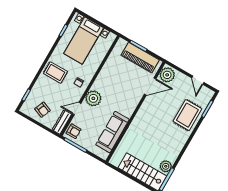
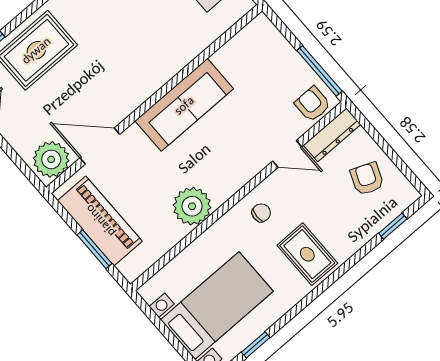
plant: (93, 98) -> (192, 206), moved
sofa: (112, 132) -> (184, 105), moved

